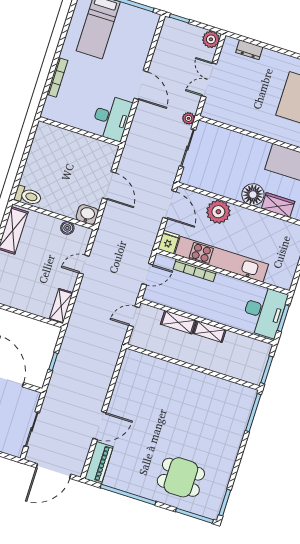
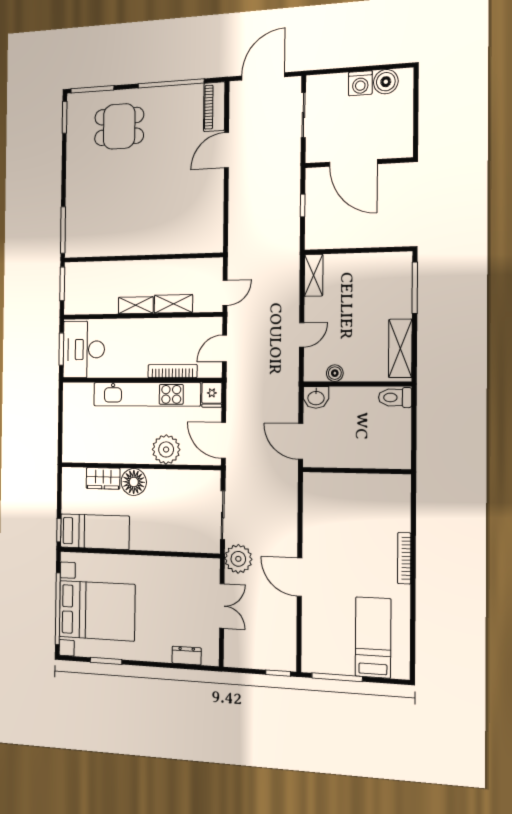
plant: (211, 39) -> (234, 657), removed
desk: (111, 118) -> (323, 526), removed
plant: (188, 118) -> (238, 559), width x1.87, depth x1.87
wall: (80, 131) -> (356, 471), moved

